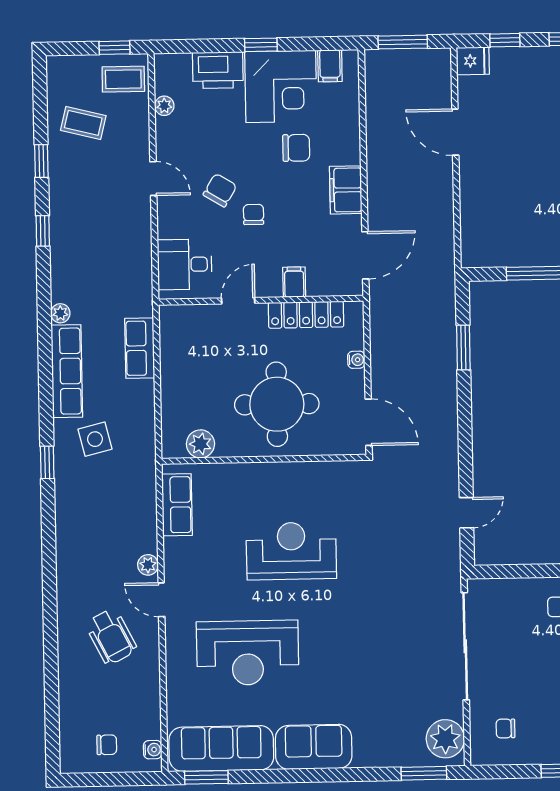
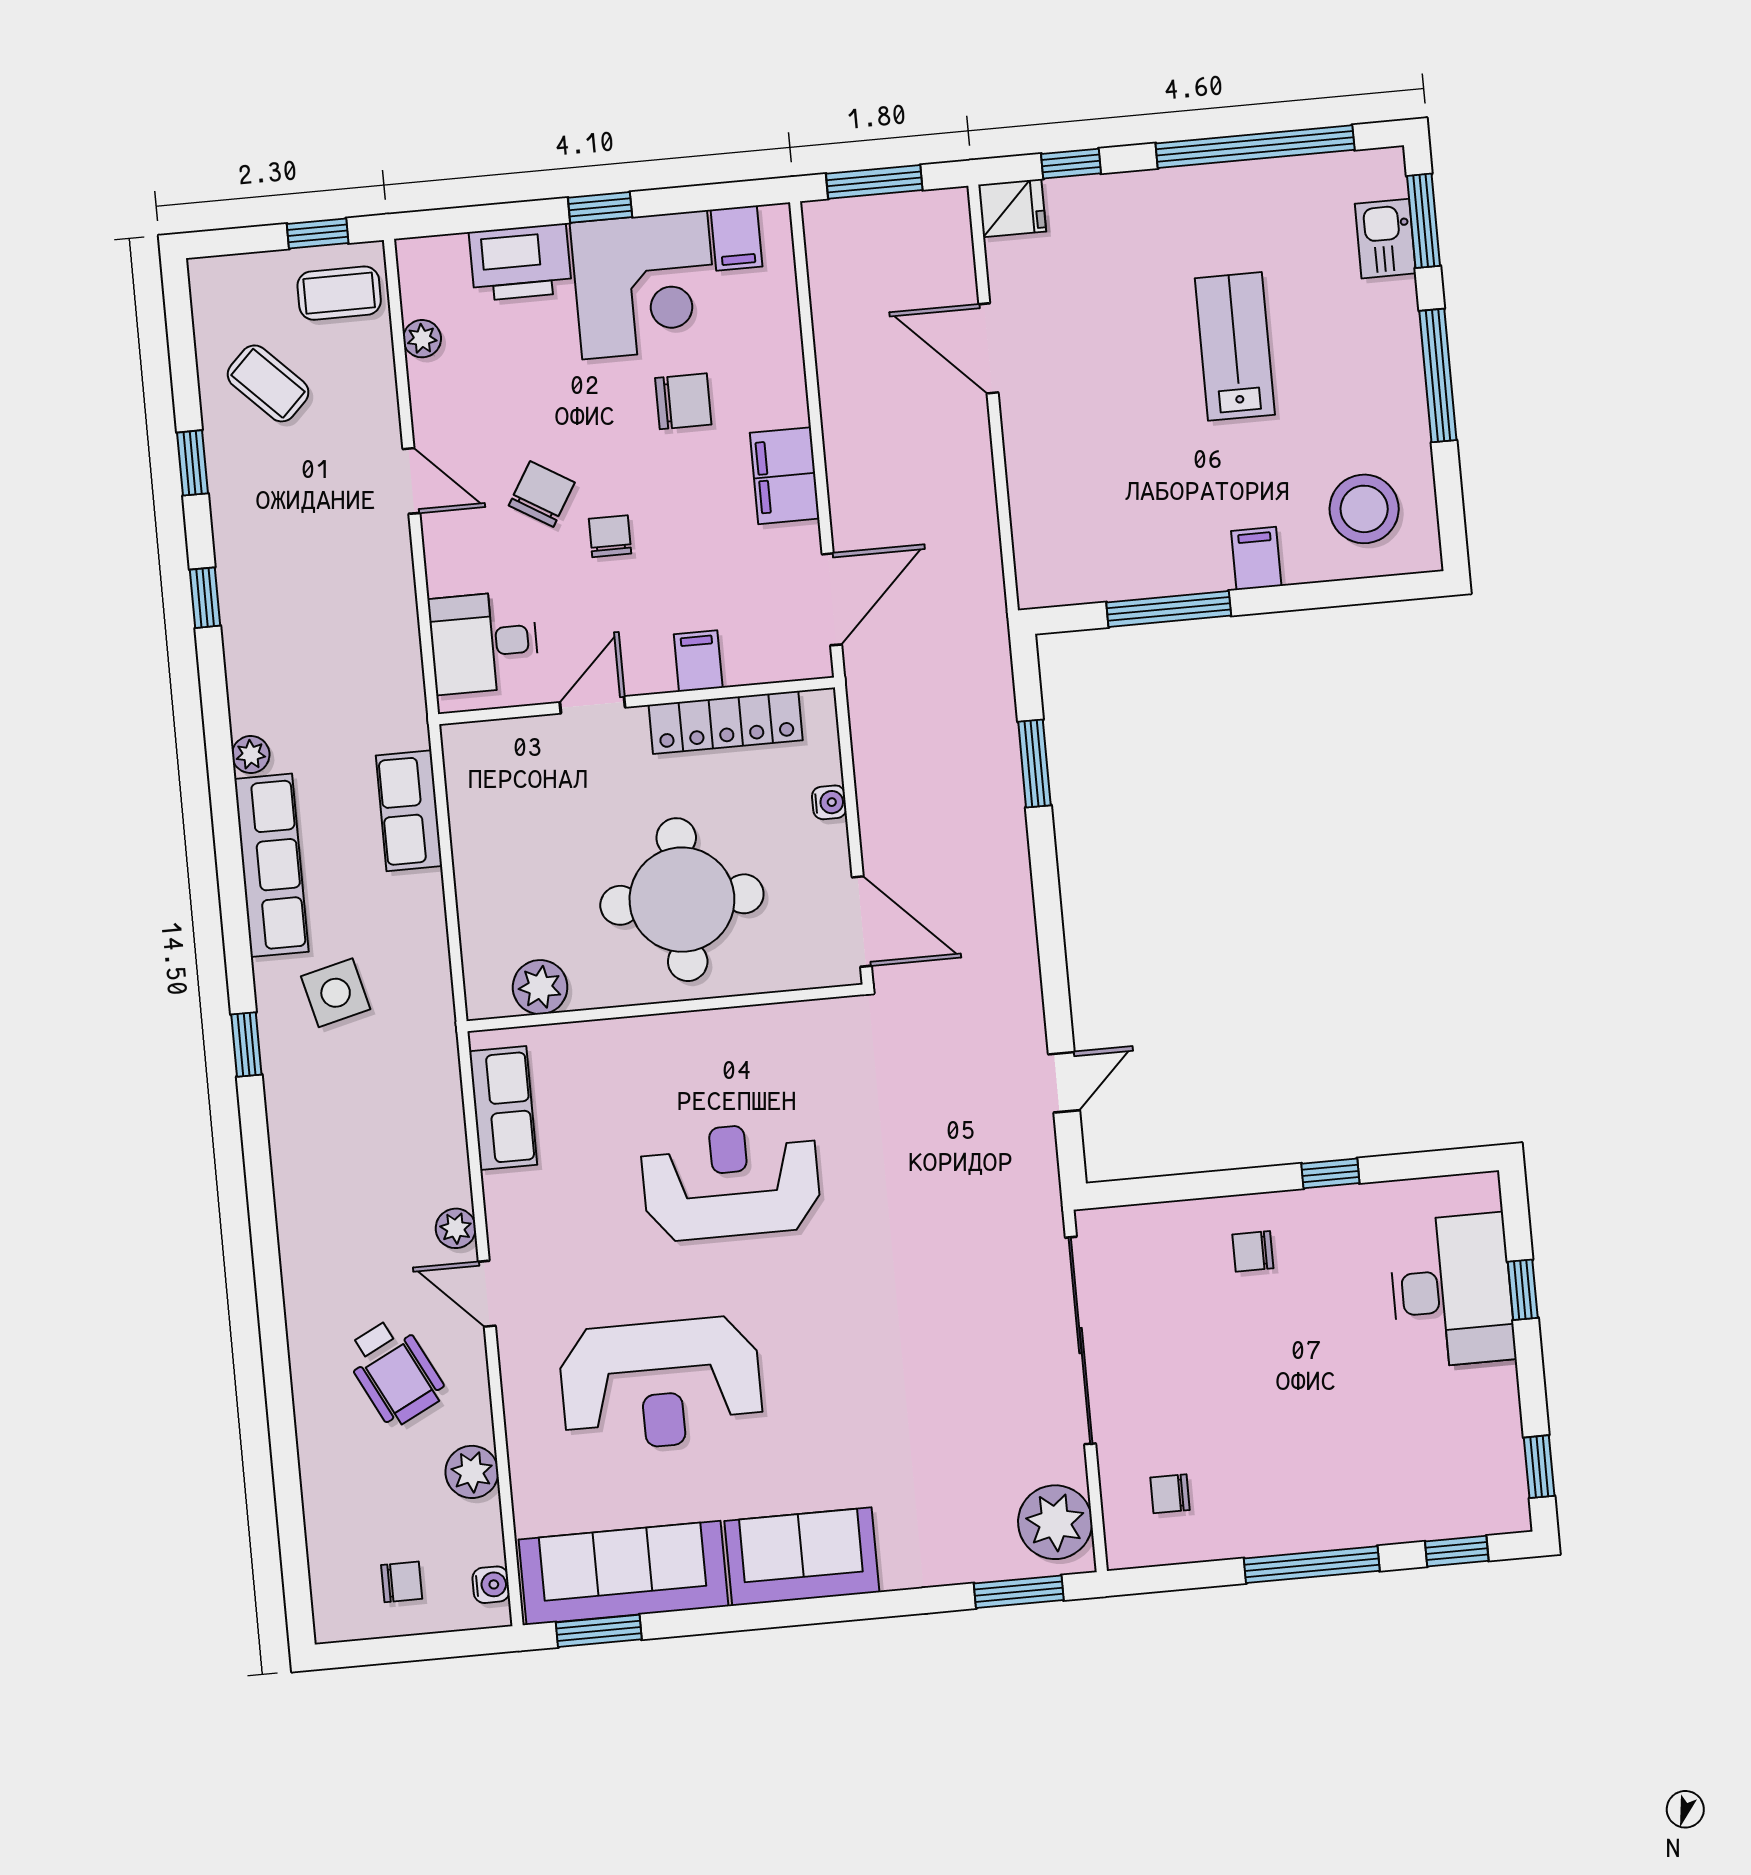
coffee table: (83, 123) -> (268, 383), turned 31
plant: (147, 691) -> (472, 1472), added

